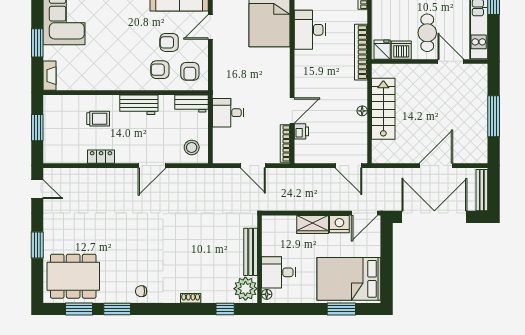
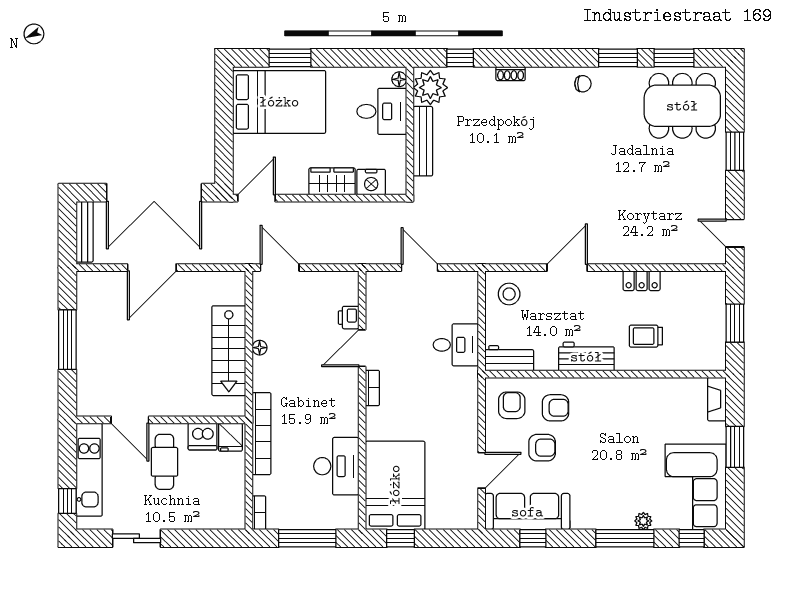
bookcase: (285, 143) -> (372, 388), moved, width x0.64
nightstand: (339, 224) -> (371, 182), moved

